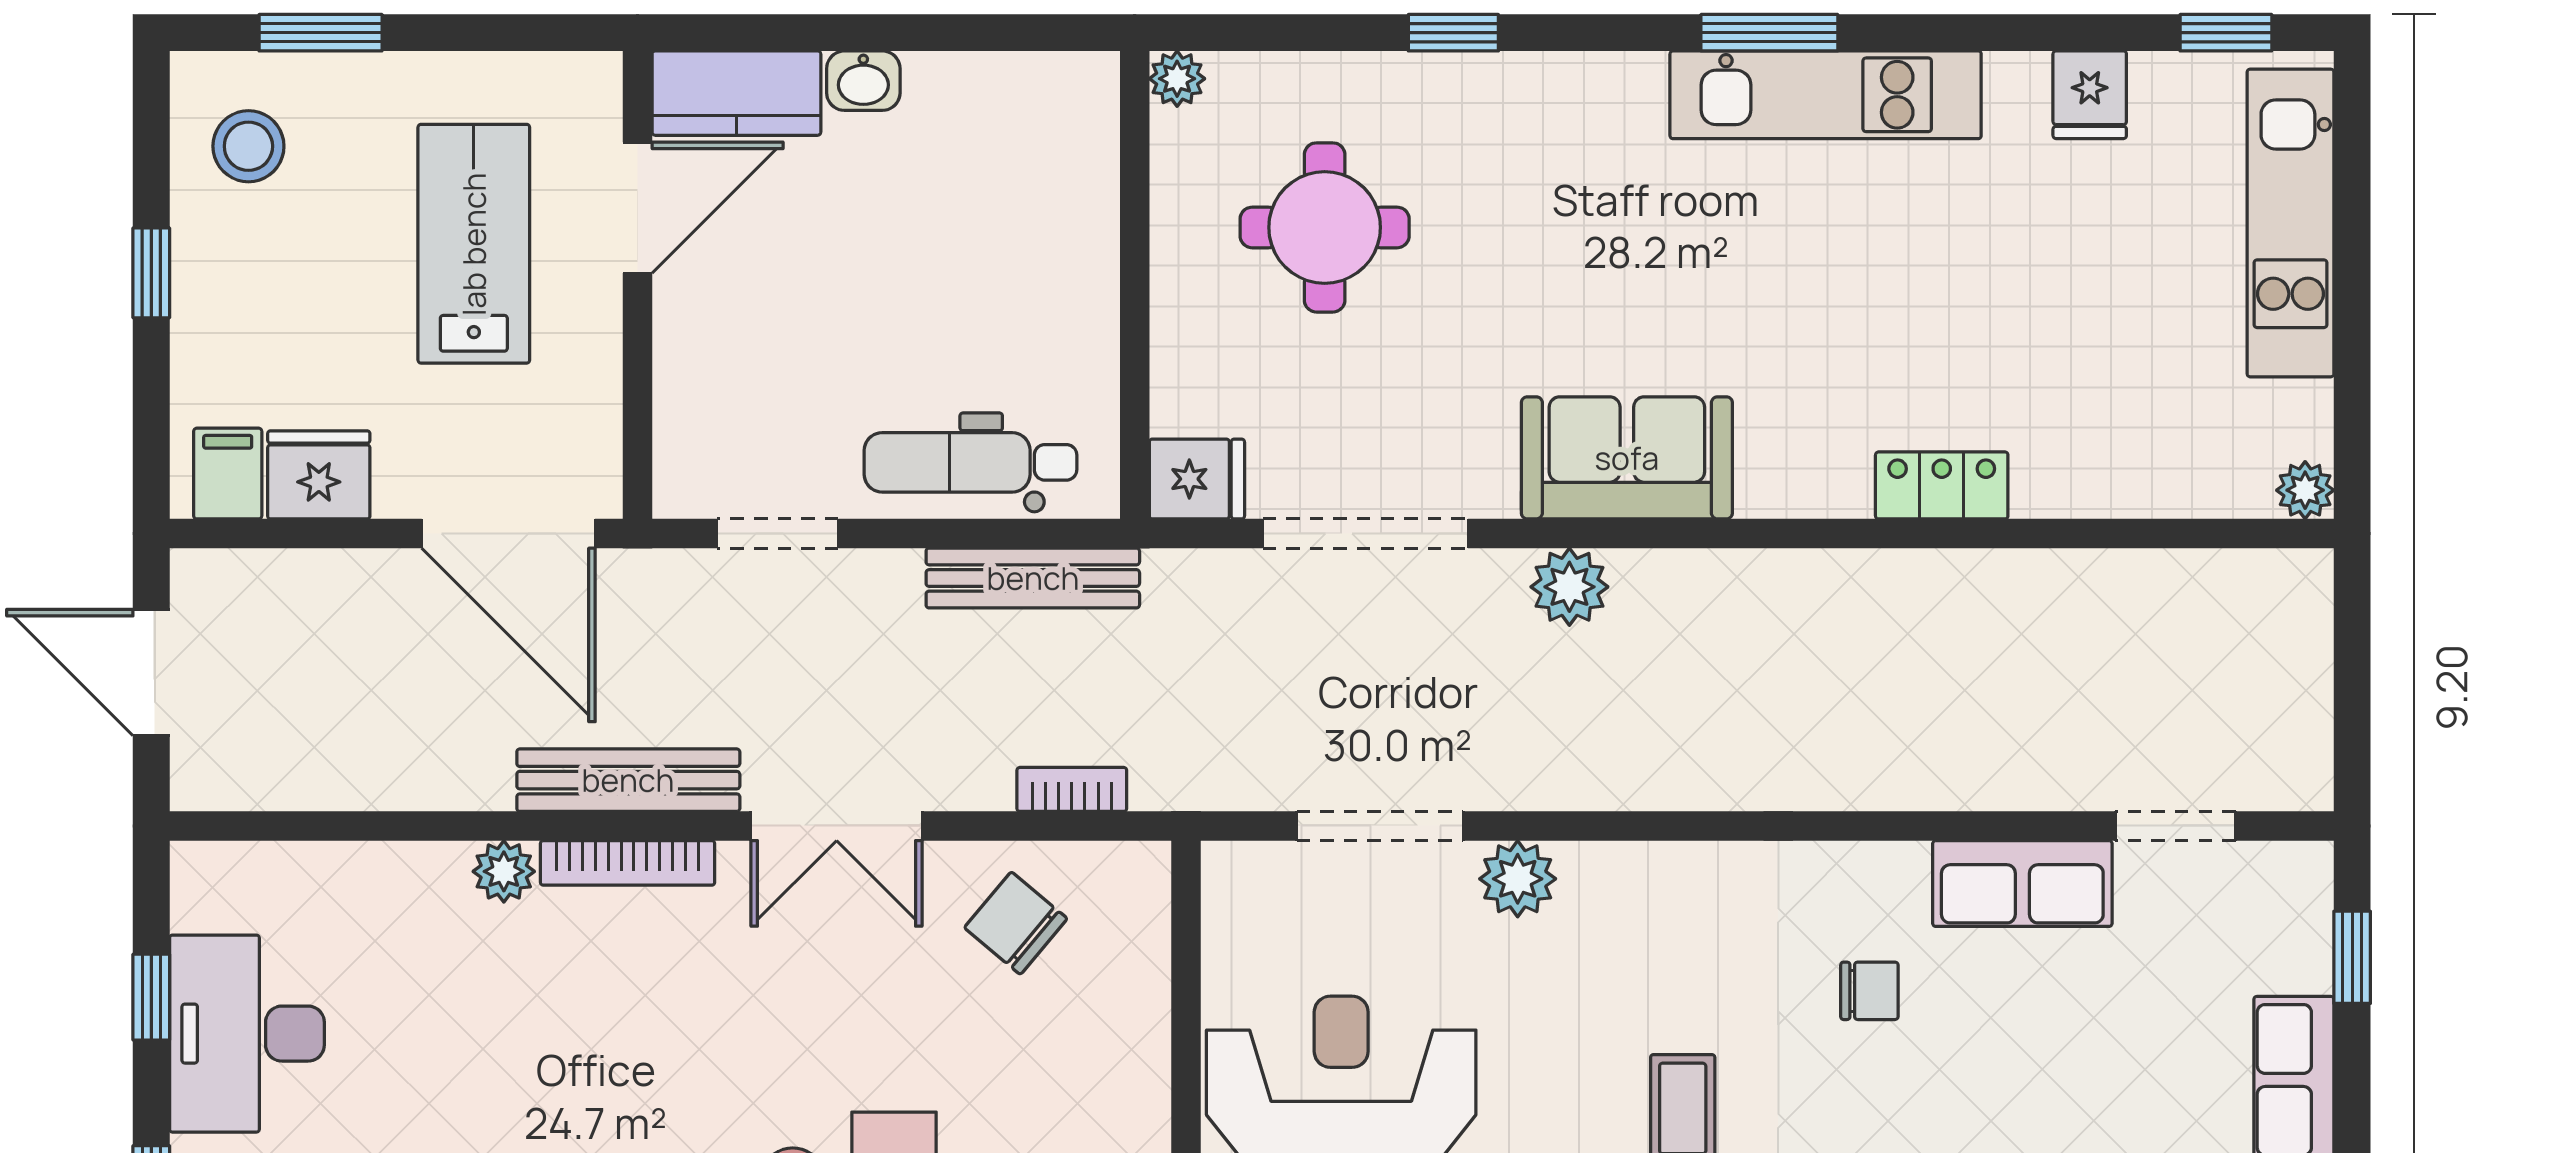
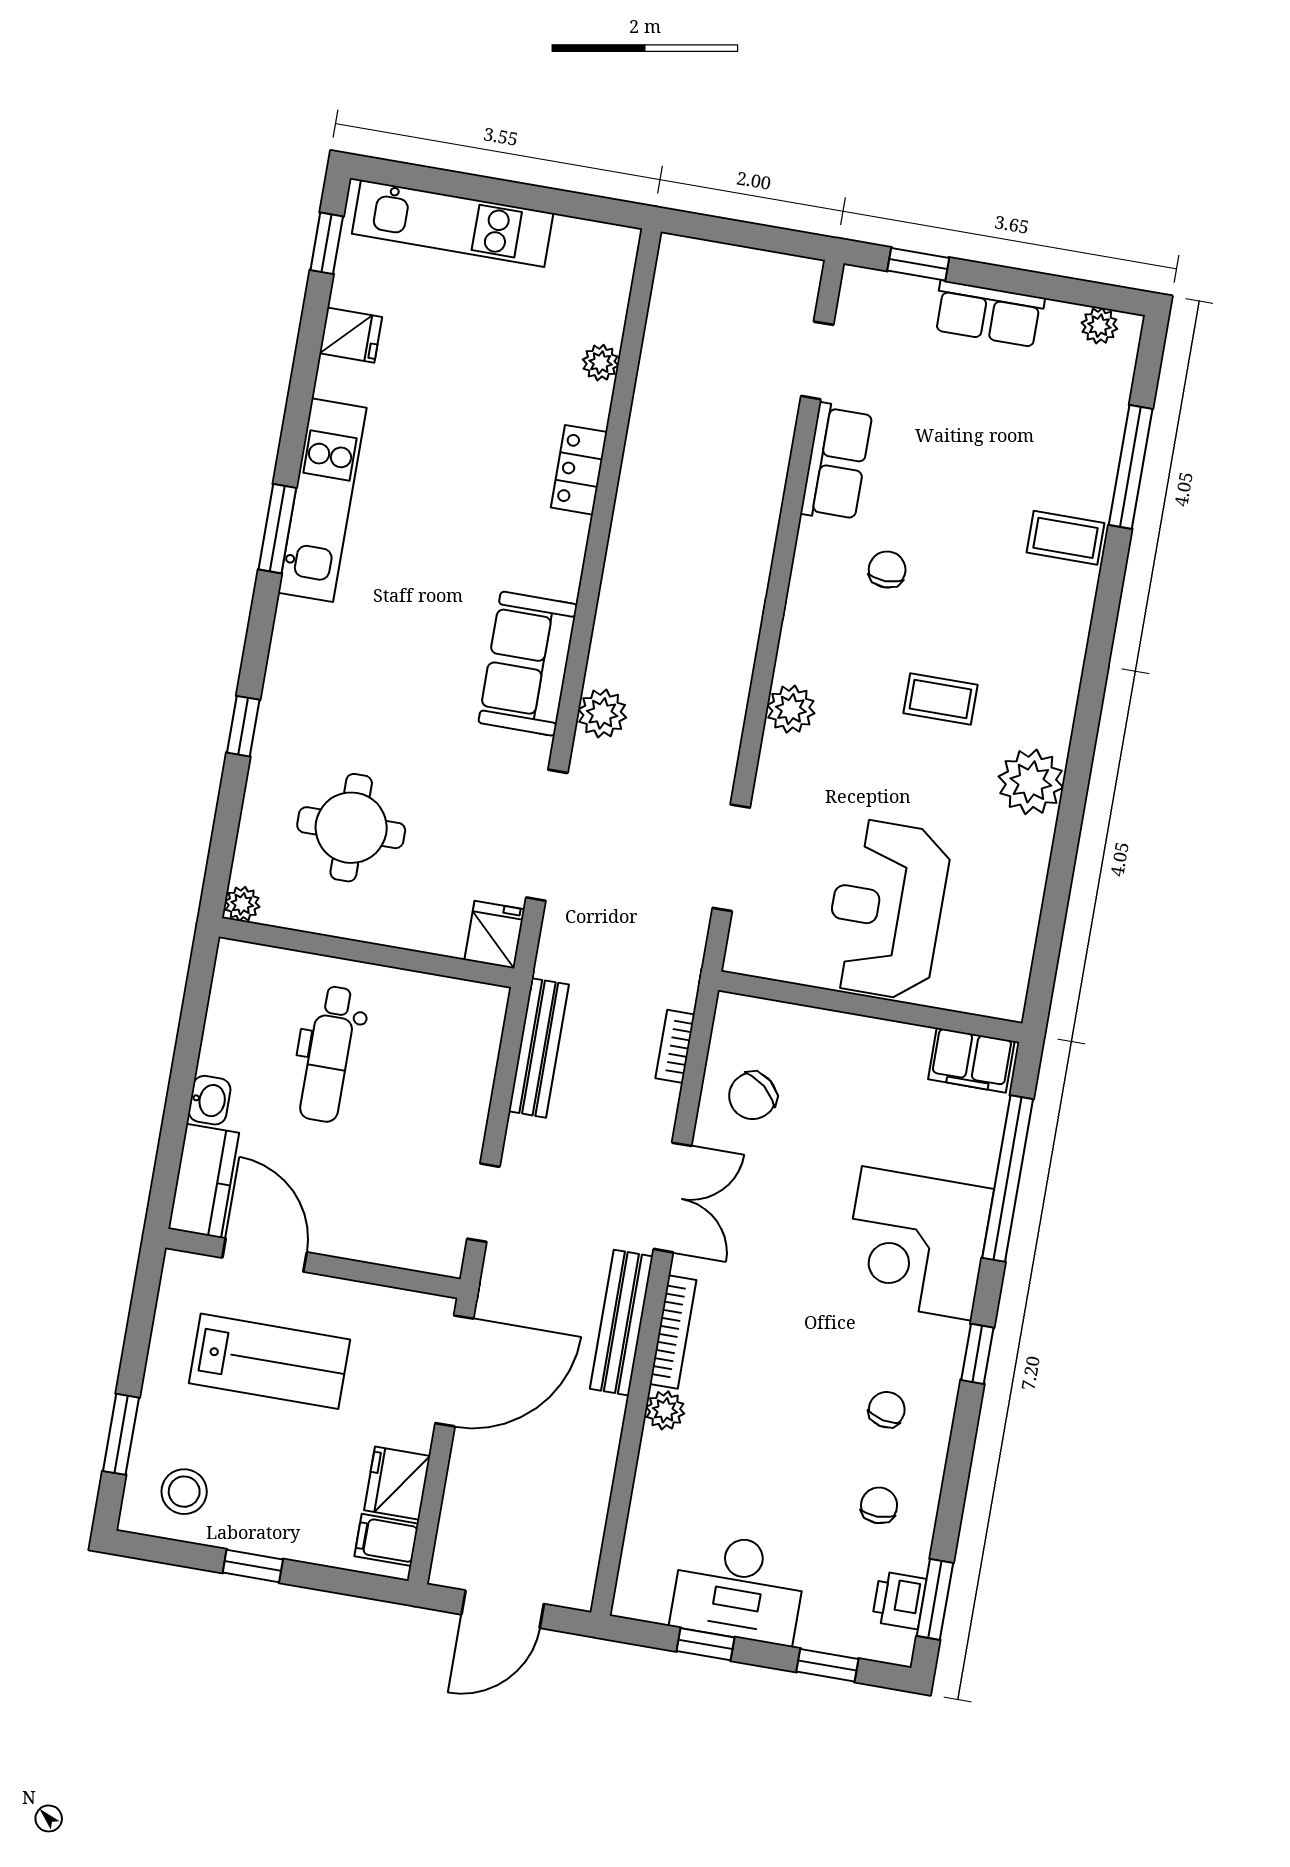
lab bench: (474, 244) -> (269, 1361), turned 180
dental chair: (971, 462) -> (329, 1054), moved
plant: (2305, 490) -> (601, 363), moved
plant: (1518, 879) -> (791, 709), moved

